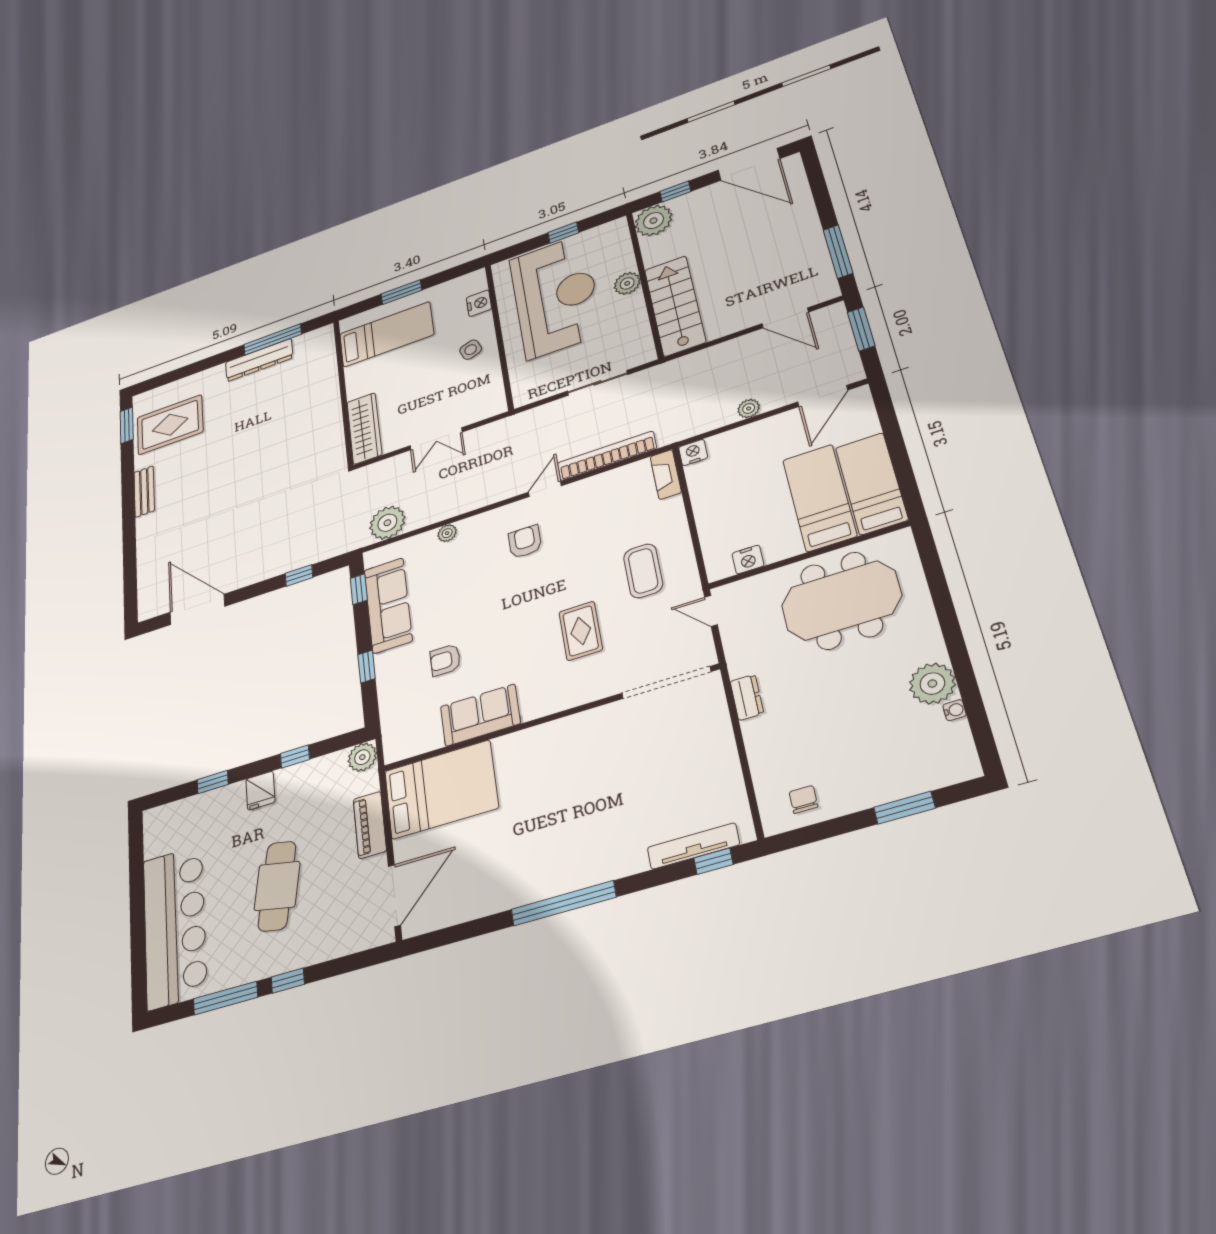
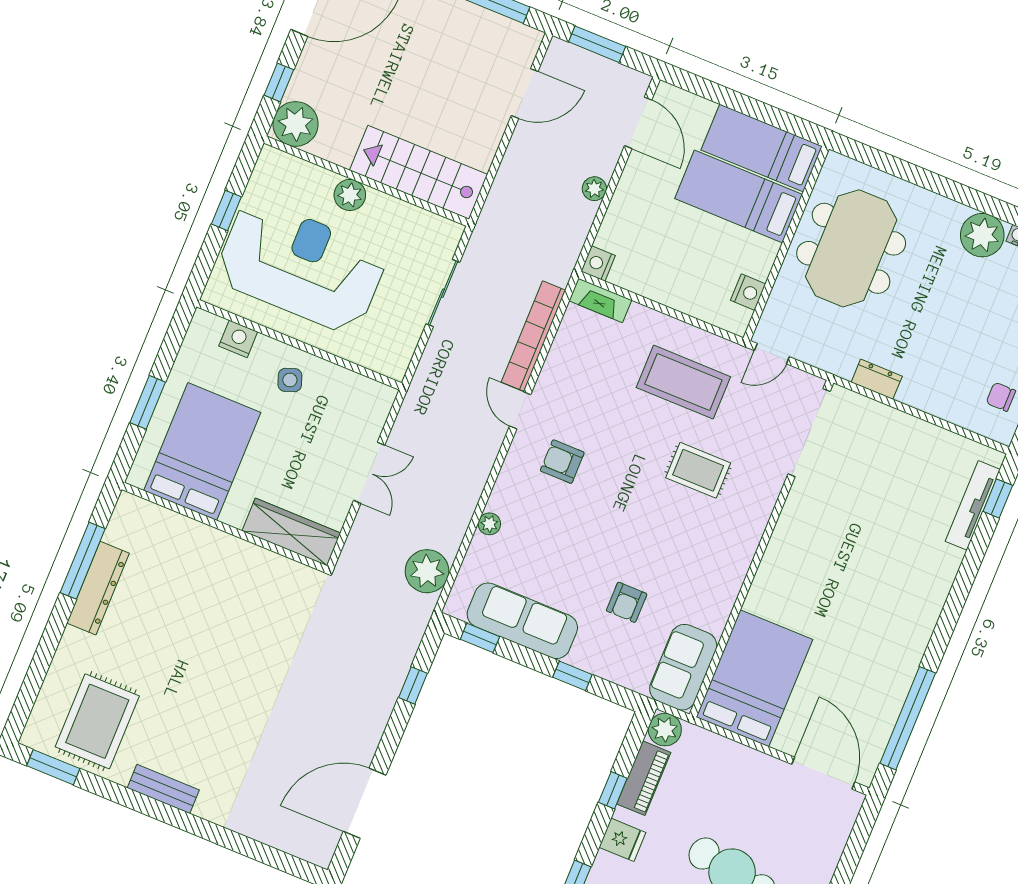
bed: (387, 334) -> (202, 451), width x1.50
coffee table: (643, 571) -> (683, 382), width x1.36, depth x1.32
sofa: (480, 715) -> (683, 667), moved
piano: (370, 825) -> (644, 778), moved, turned -90
window: (563, 903) -> (908, 718), moved

